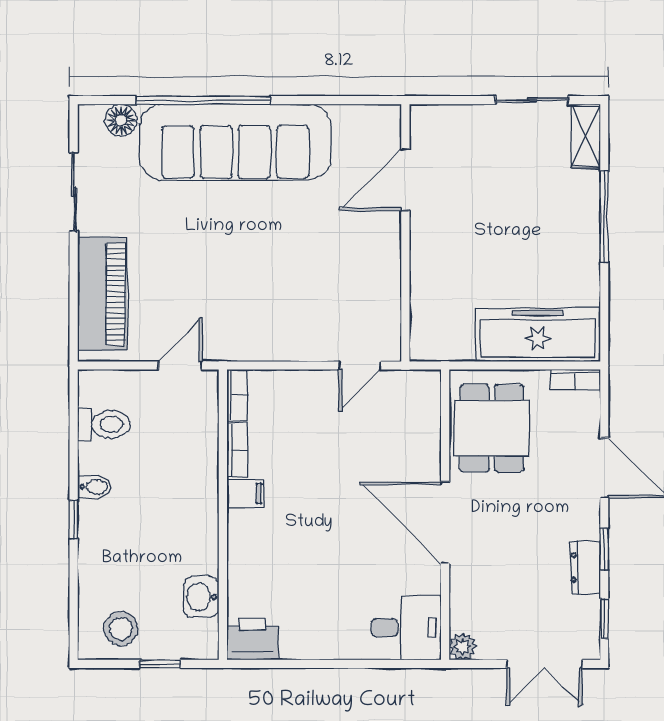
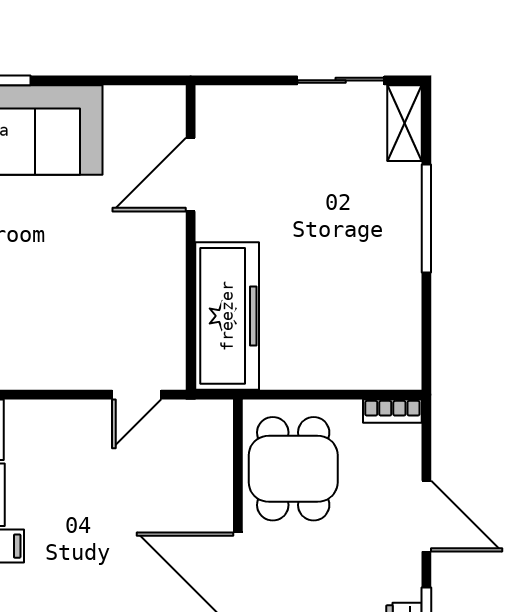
freezer: (538, 335) -> (227, 316), moved, turned 90

